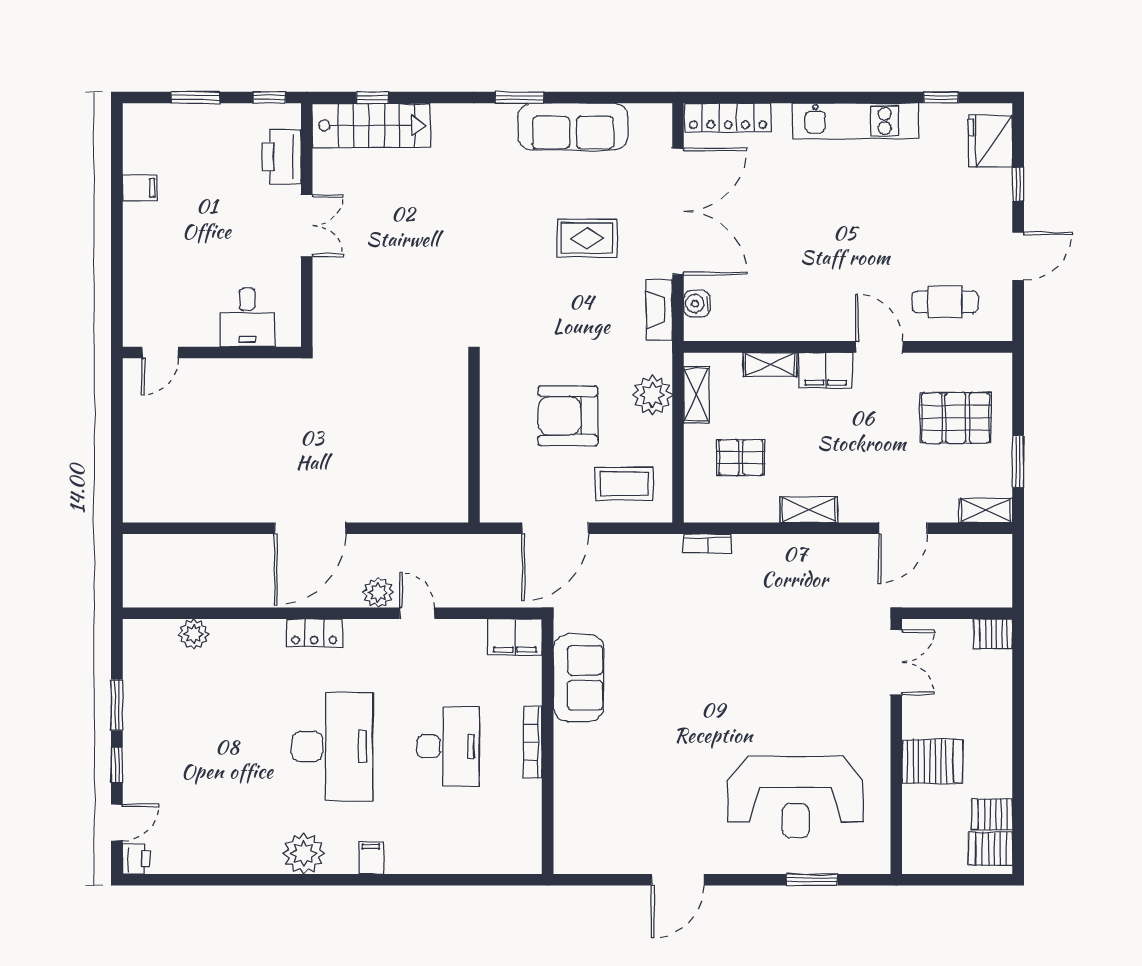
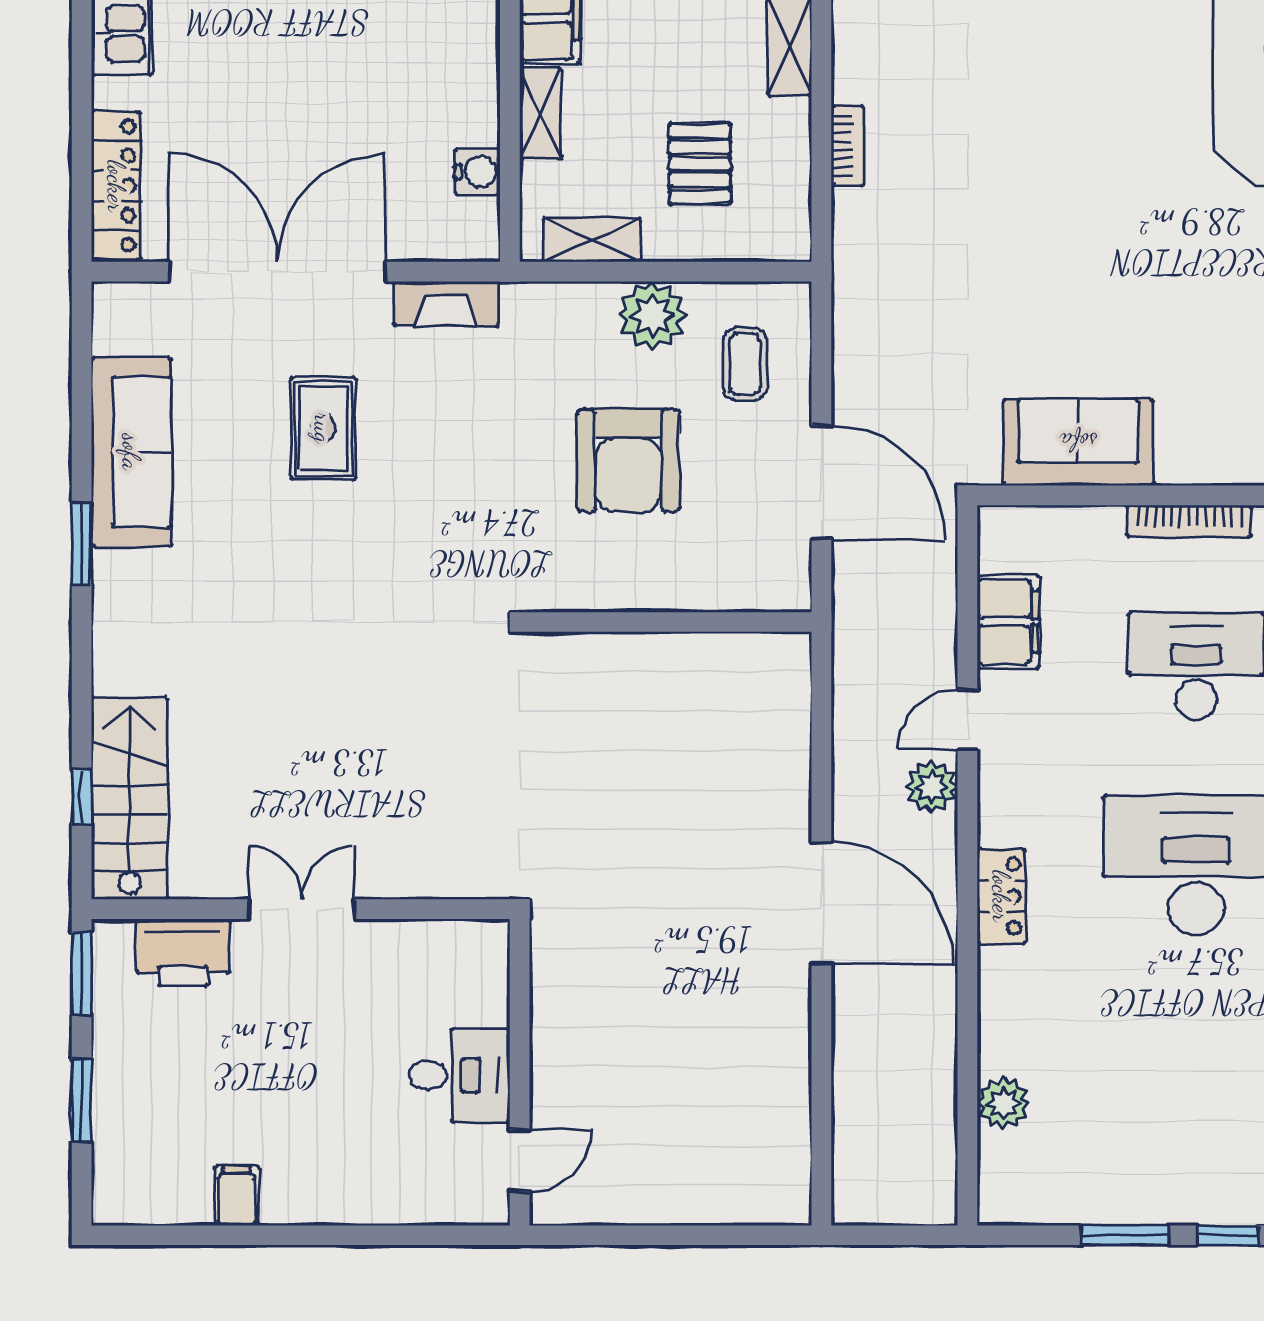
window: (269, 97) -> (82, 973), width x1.50
water cooler: (697, 304) -> (477, 172), moved, turned -90
desk: (247, 317) -> (459, 1075), moved
door: (160, 353) -> (520, 1161), hinge flipped
plant: (652, 395) -> (652, 316), moved
coffee table: (624, 484) -> (745, 364), width x0.73, depth x0.77
bookcase: (707, 543) -> (847, 146), moved
filing cabinet: (515, 637) -> (1008, 622), moved

